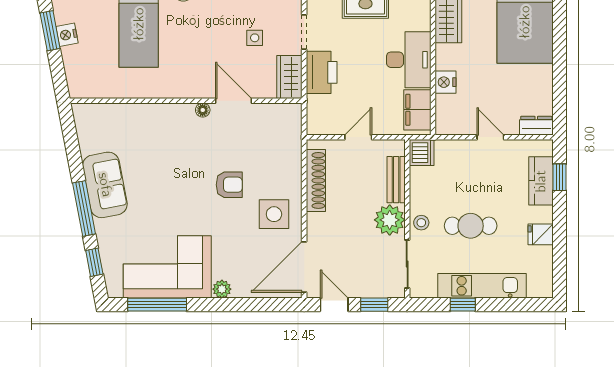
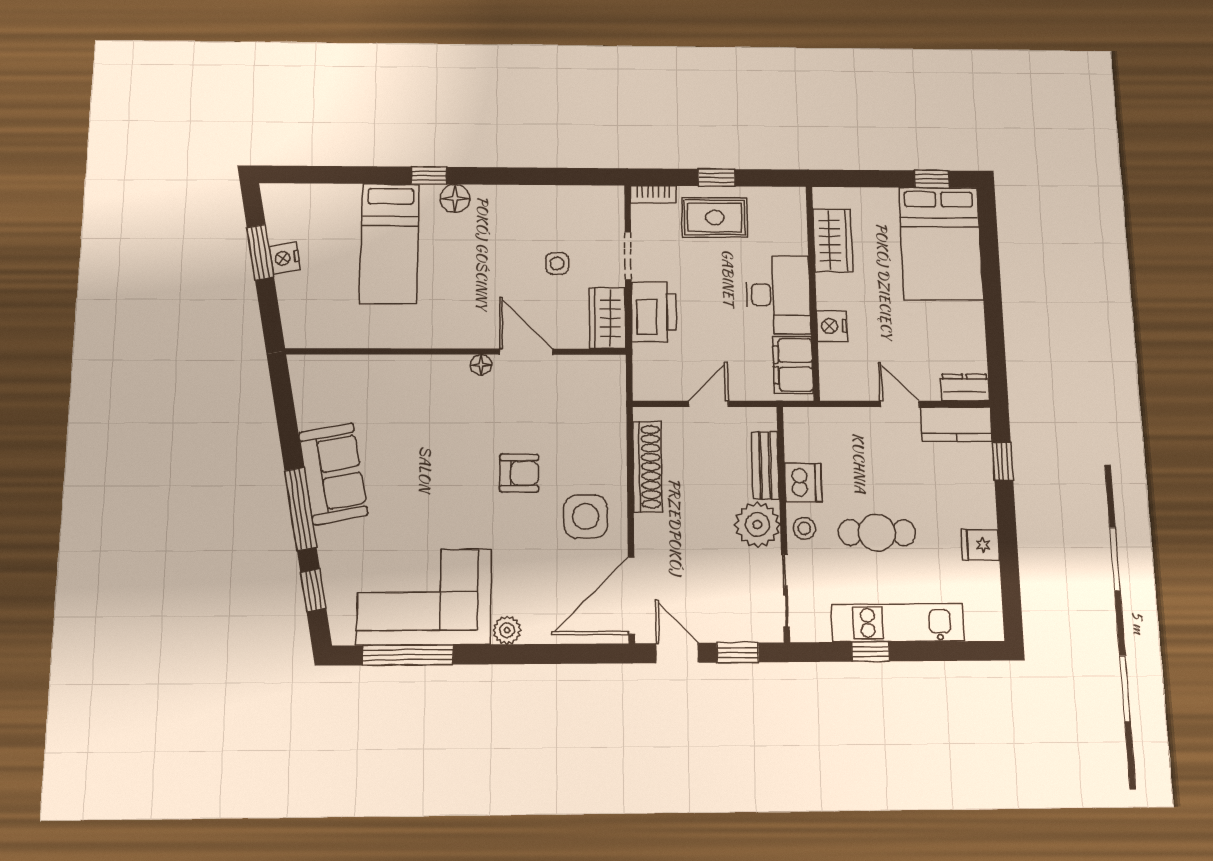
dishwasher: (422, 153) -> (803, 483), moved
kitchen counter: (541, 181) -> (956, 424), moved, turned -90

